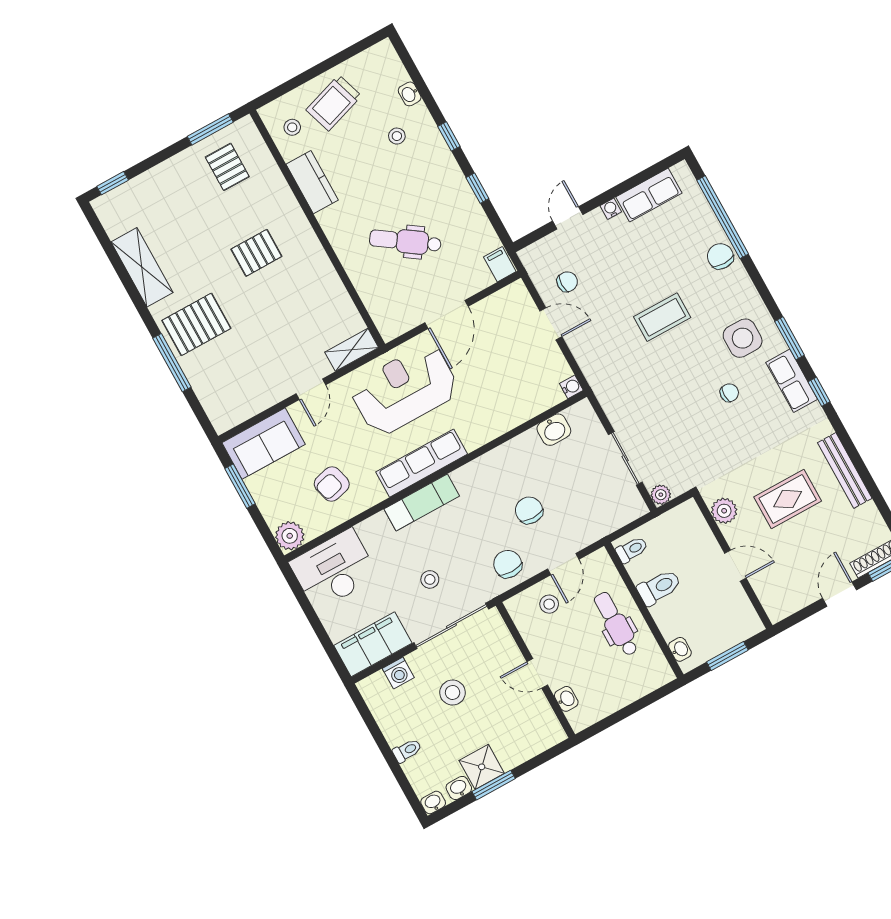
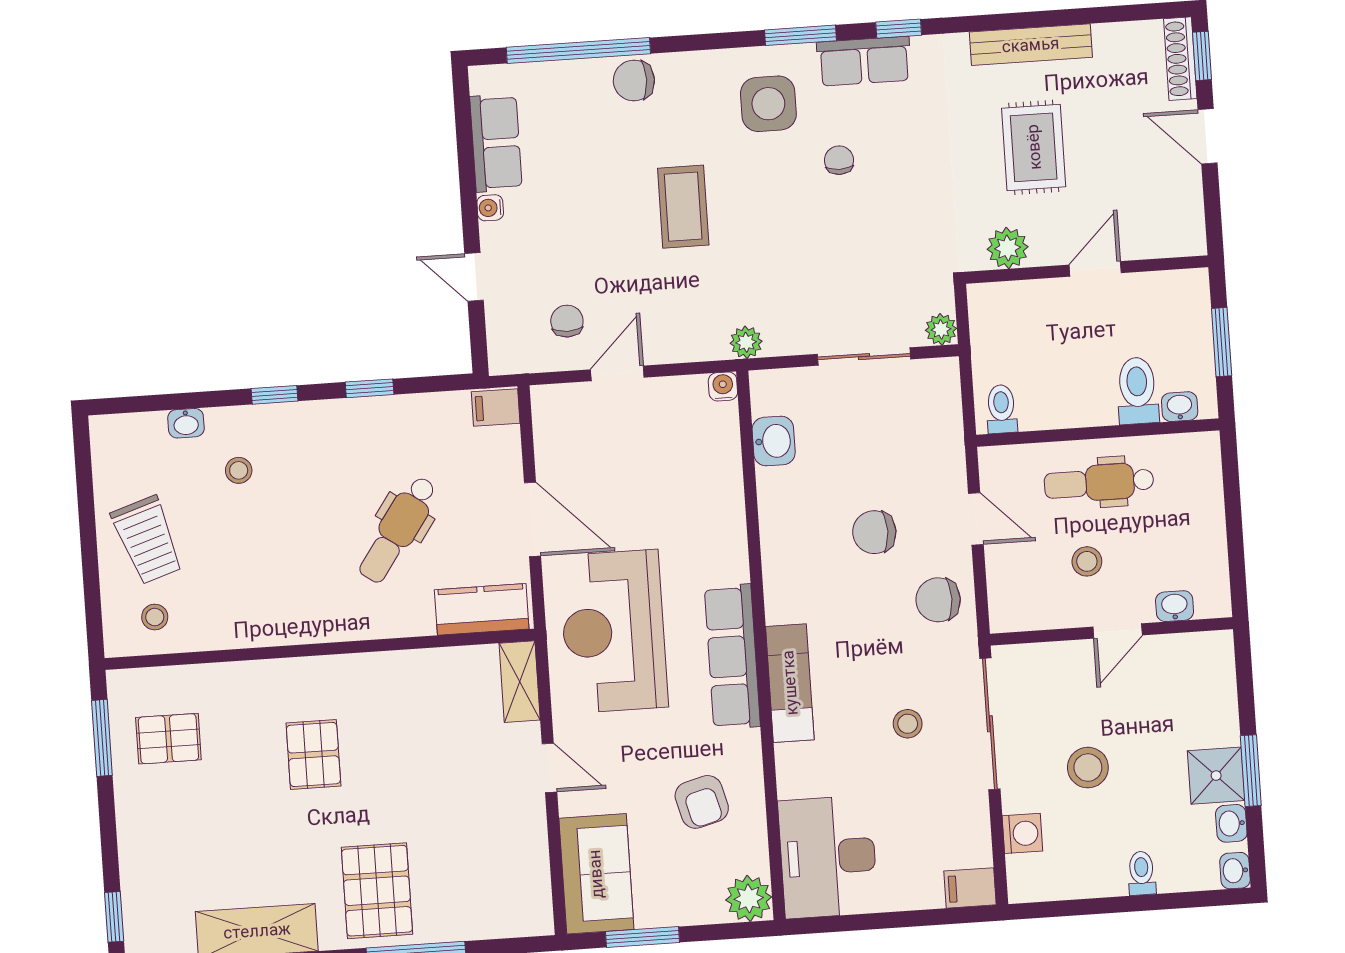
kitchen counter: (312, 182) -> (482, 609), moved
plant: (602, 388) -> (746, 342), added
toilet: (659, 587) -> (1137, 391), moved
stool: (549, 604) -> (1087, 561), moved
filing cabinet: (373, 644) -> (970, 888), width x0.33, depth x0.86

